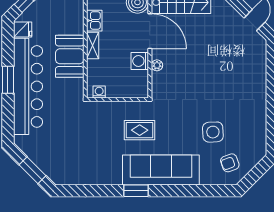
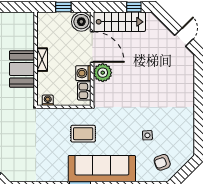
kitchen sink: (94, 21) -> (84, 91), moved, turned 180
plant: (157, 65) -> (103, 73), width x1.88, depth x1.88
side table: (213, 132) -> (147, 135), width x0.54, depth x0.54

